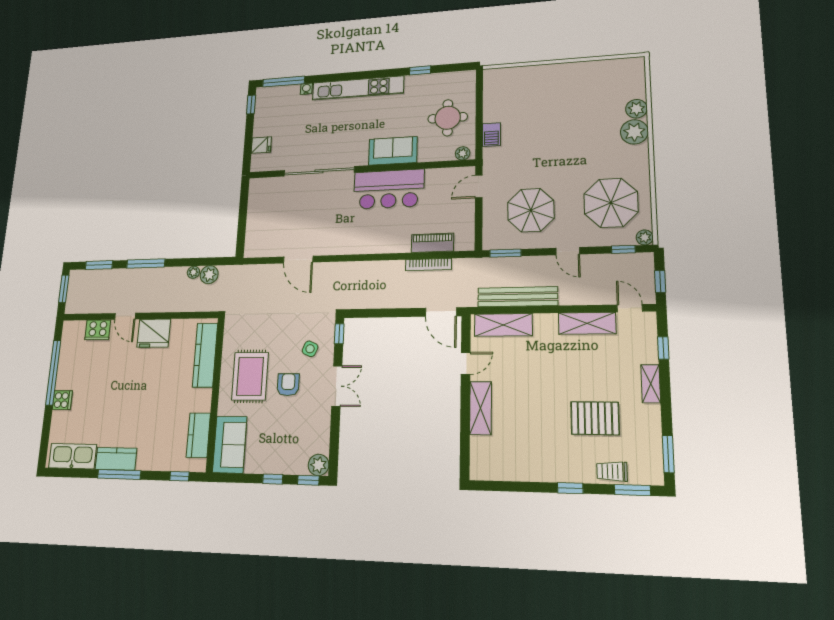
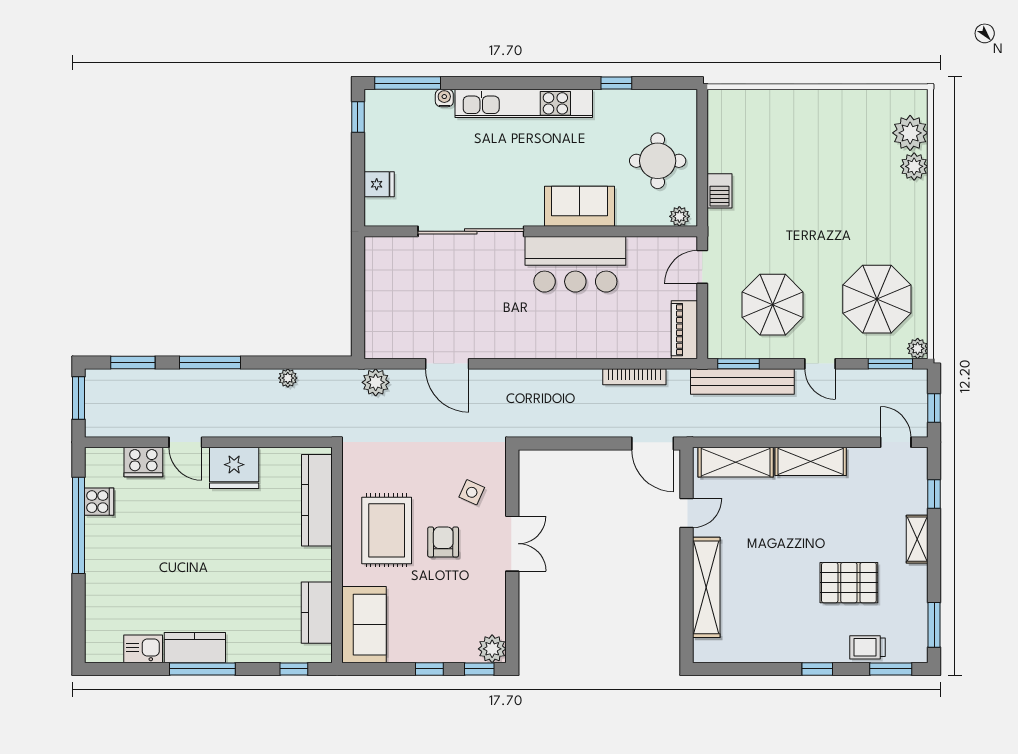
plant: (634, 132) -> (910, 133), moved
piano: (432, 243) -> (684, 330), moved, turned -90
window: (623, 249) -> (890, 364), width x1.50
plant: (209, 275) -> (376, 382), moved
bench: (518, 297) -> (742, 382), moved
shelving: (587, 323) -> (811, 461), moved
window: (339, 334) -> (512, 472), removed
cooker: (62, 400) -> (99, 502), moved
shelving: (481, 408) -> (706, 587), width x1.47
kitchen sink: (73, 456) -> (143, 649), width x0.53, depth x0.81

